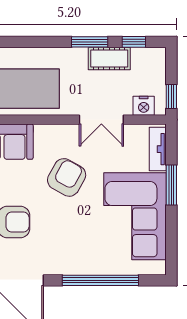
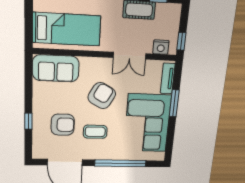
coffee table: (60, 231) -> (95, 132), added

